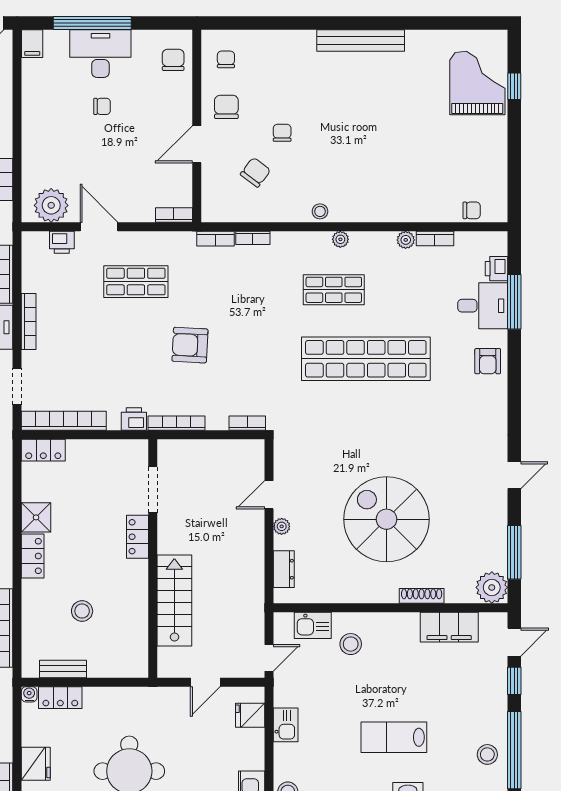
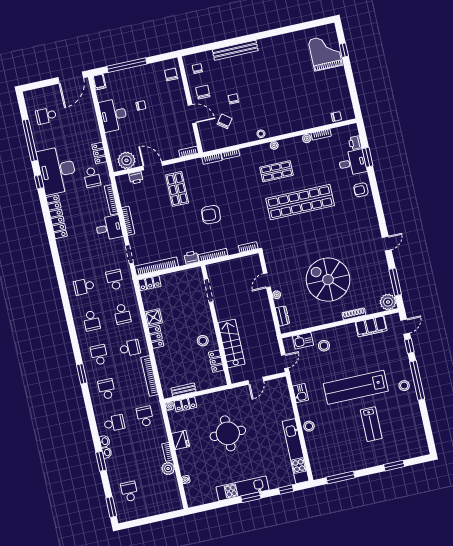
bench: (361, 40) -> (235, 50), moved
desk: (100, 54) -> (113, 115), moved, turned -90
door: (197, 144) -> (192, 114), swing flipped
shop shelf: (136, 282) -> (177, 189), turned 90
window: (514, 302) -> (368, 157), width x0.69
armchair: (488, 361) -> (361, 190), turned 90
locker: (138, 537) -> (216, 361), moved
stool: (82, 611) -> (203, 341), moved
fridge: (250, 715) -> (282, 392), removed
lab bench: (394, 737) -> (356, 387), width x1.86, depth x1.39

